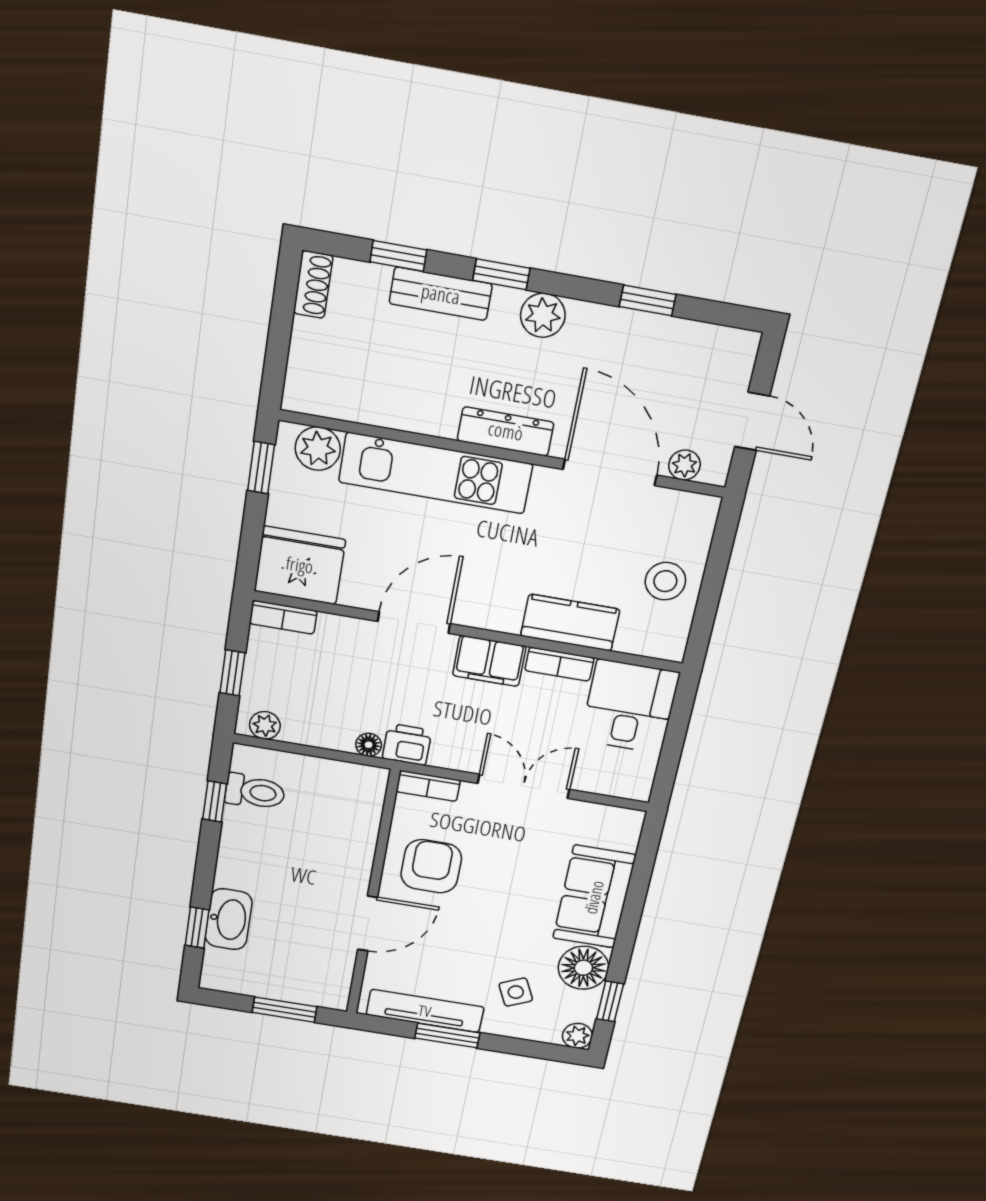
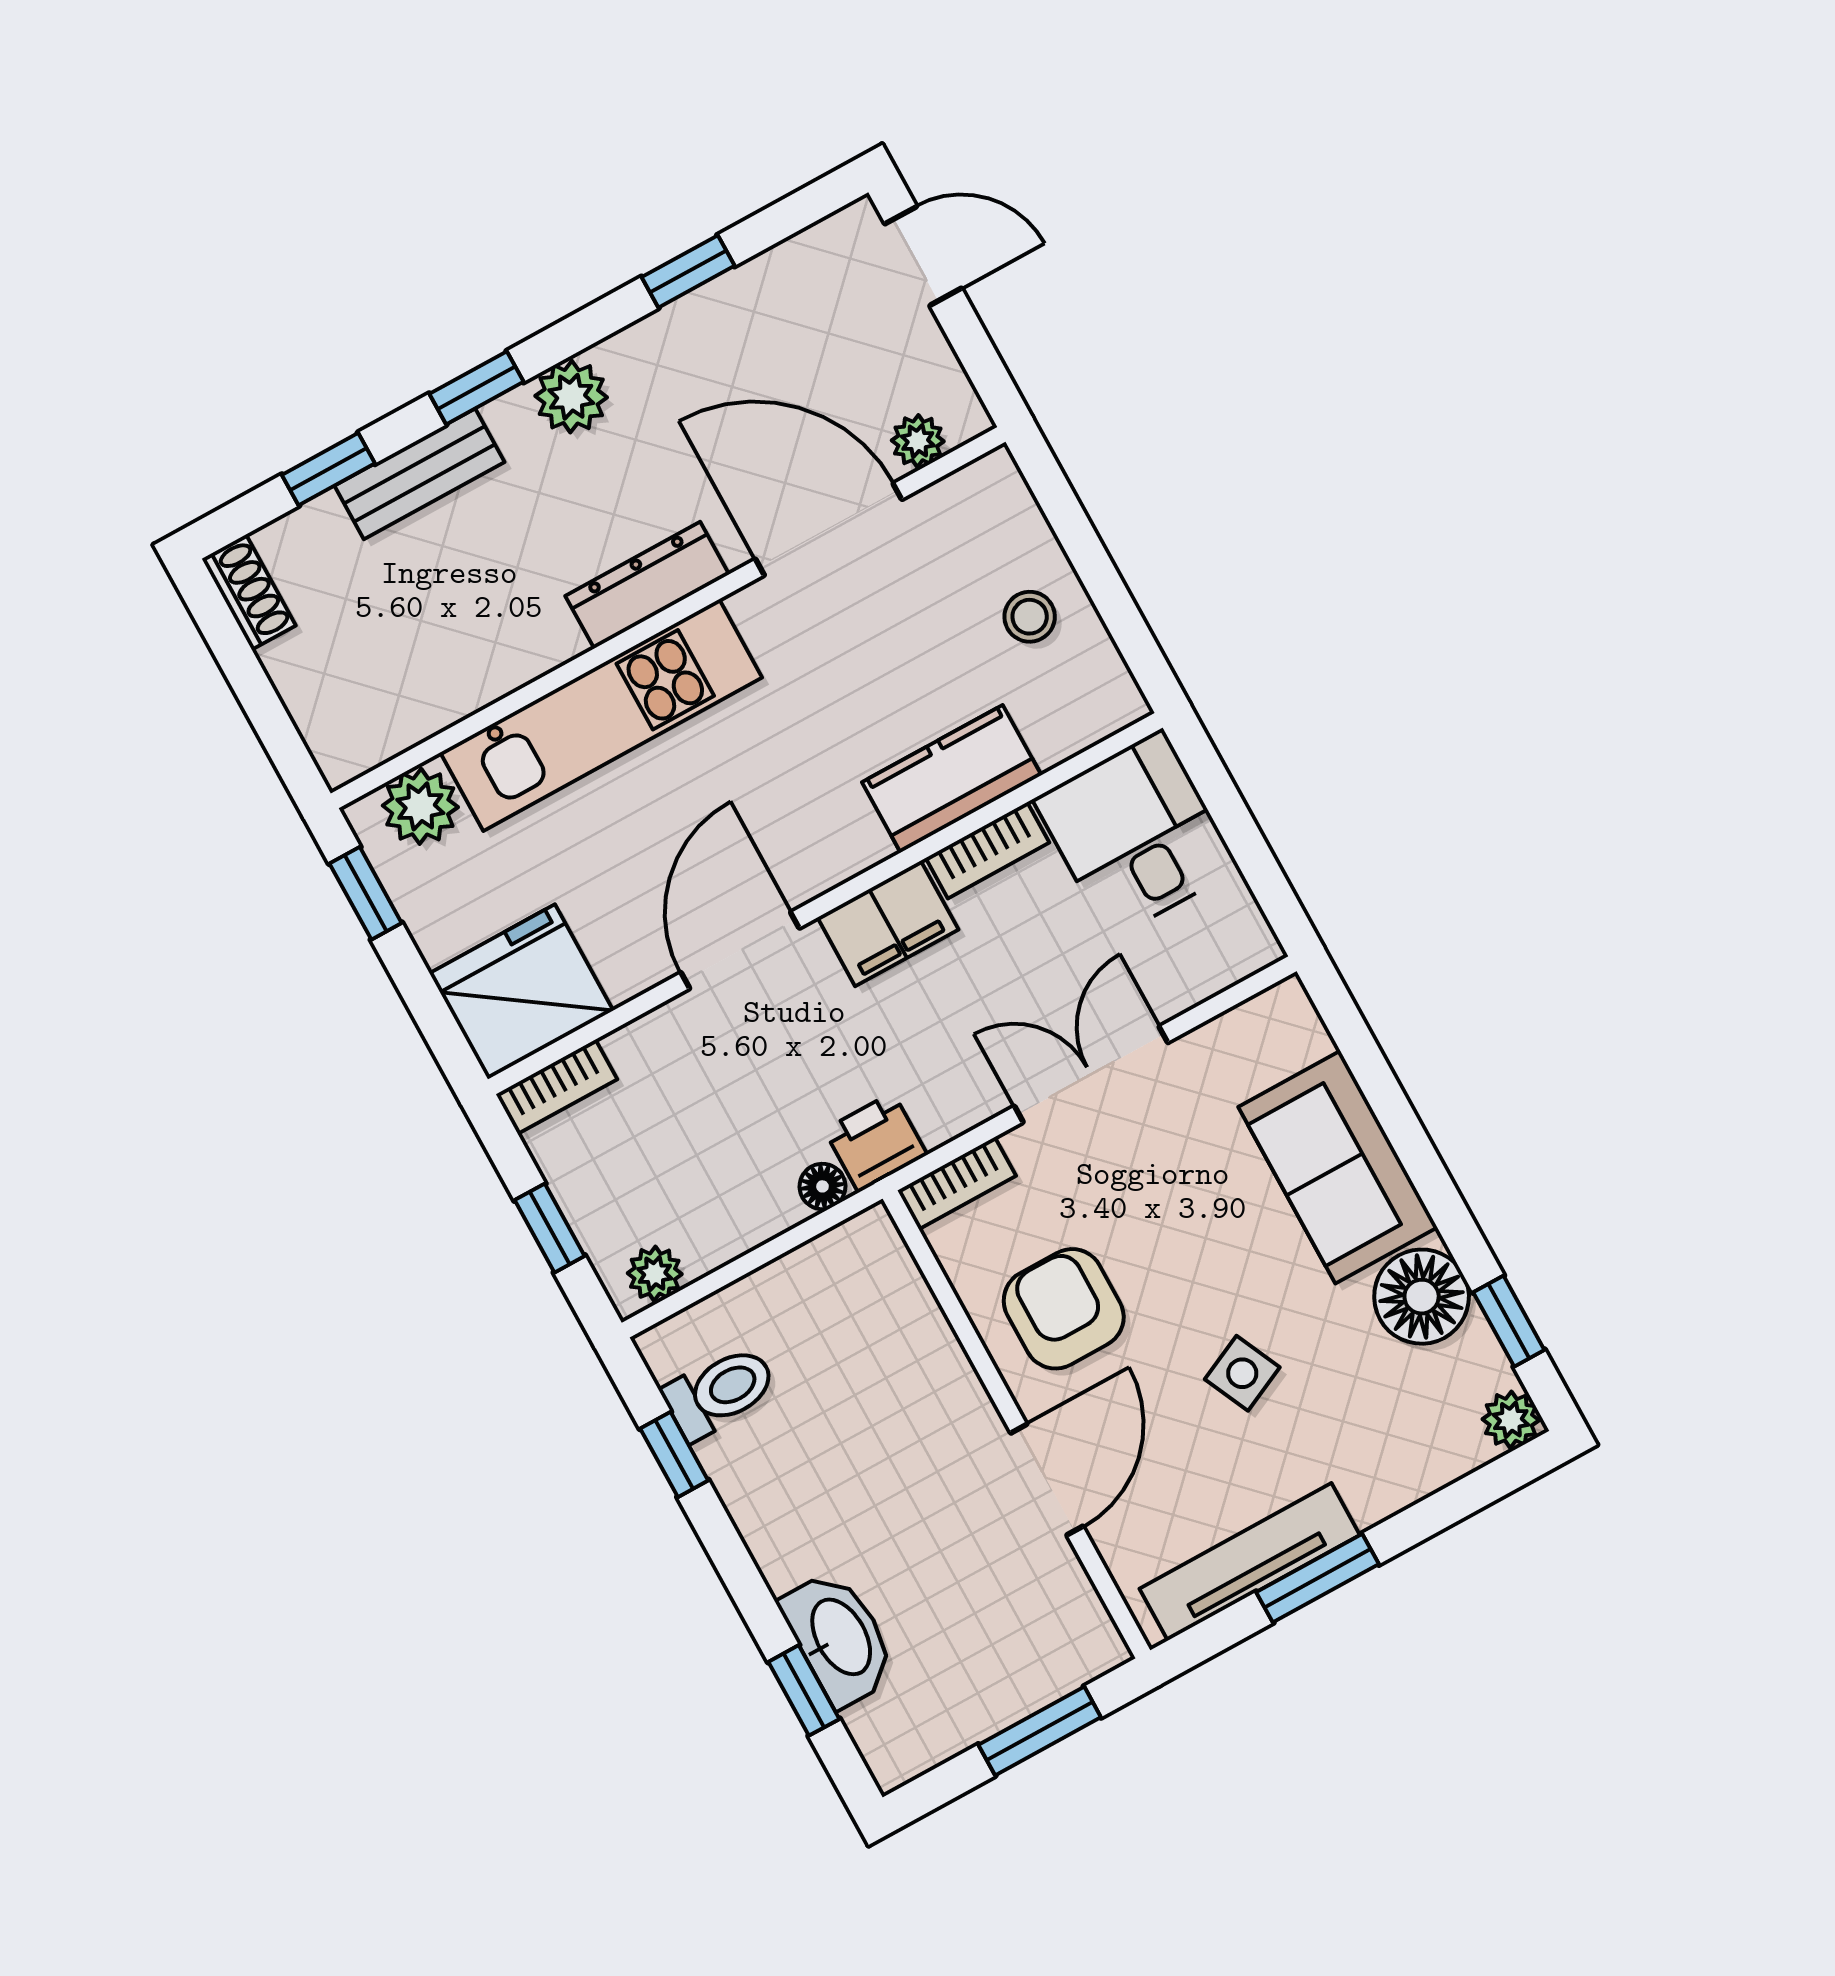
door: (752, 421) -> (923, 256), moved
stool: (665, 581) -> (1030, 617), width x0.73, depth x0.73
side table: (516, 992) -> (1242, 1373), moved

